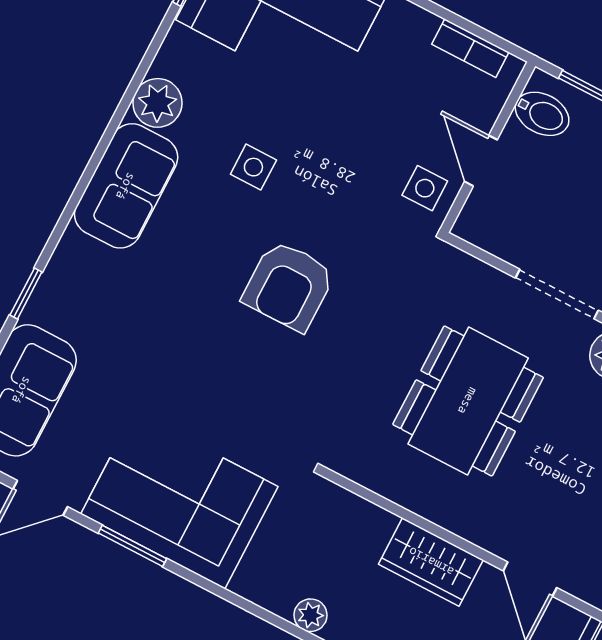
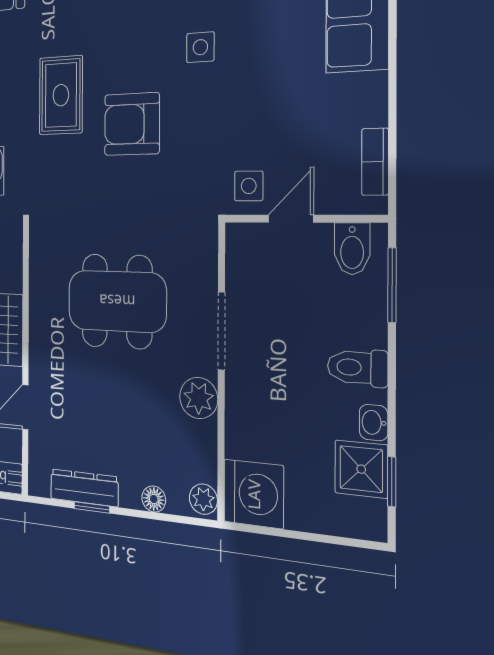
rug: (208, 355) -> (61, 95), added

